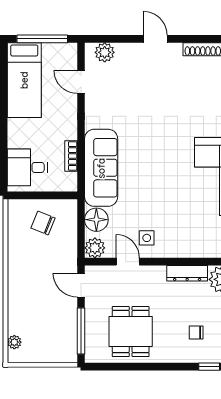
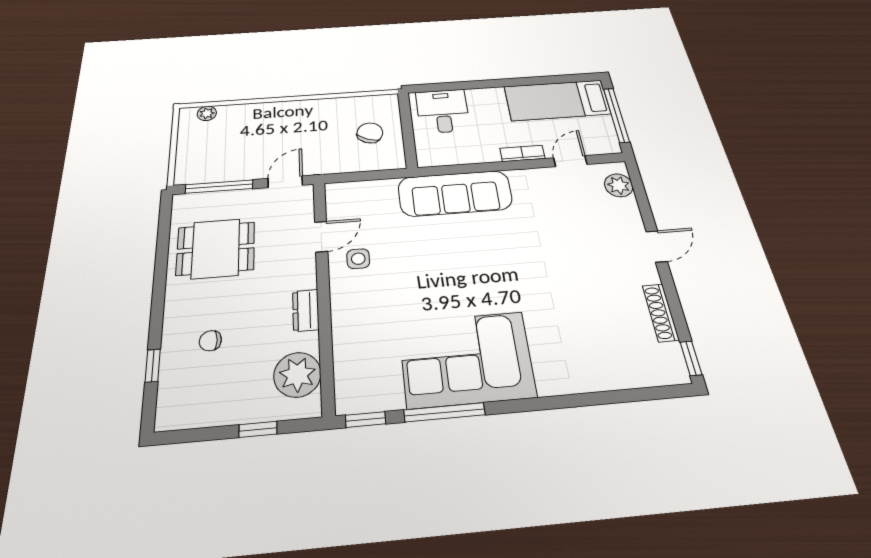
bookcase: (71, 156) -> (522, 153), moved
floor lamp: (96, 220) -> (380, 193), removed
plant: (95, 248) -> (339, 194), removed
dresser: (187, 273) -> (306, 310), width x0.70
chair: (196, 332) -> (210, 341), turned -91

